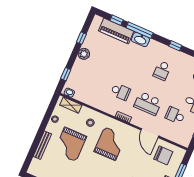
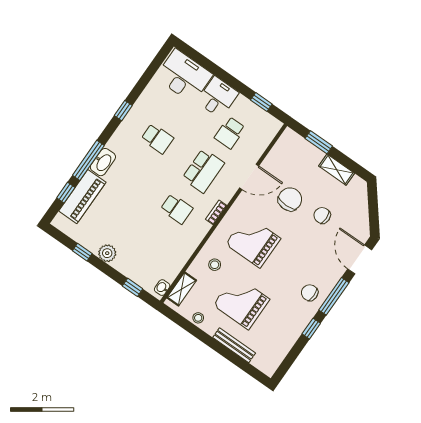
school desk: (121, 92) -> (177, 209), turned 90
grand piano: (70, 144) -> (241, 302), turned 180
chair: (163, 155) -> (290, 199), moved

